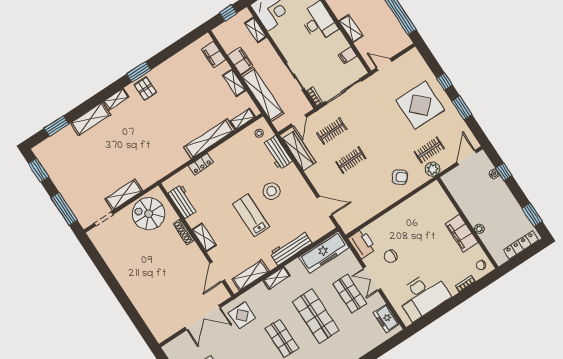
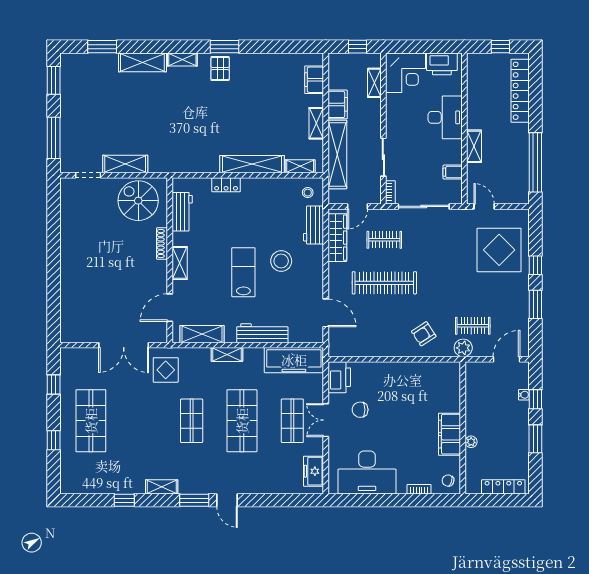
display table: (420, 105) -> (499, 250), moved
clothes rail: (351, 160) -> (384, 283), width x1.86, depth x1.31
armchair: (400, 177) -> (424, 334), turned 109
window: (532, 215) -> (535, 439), moved

